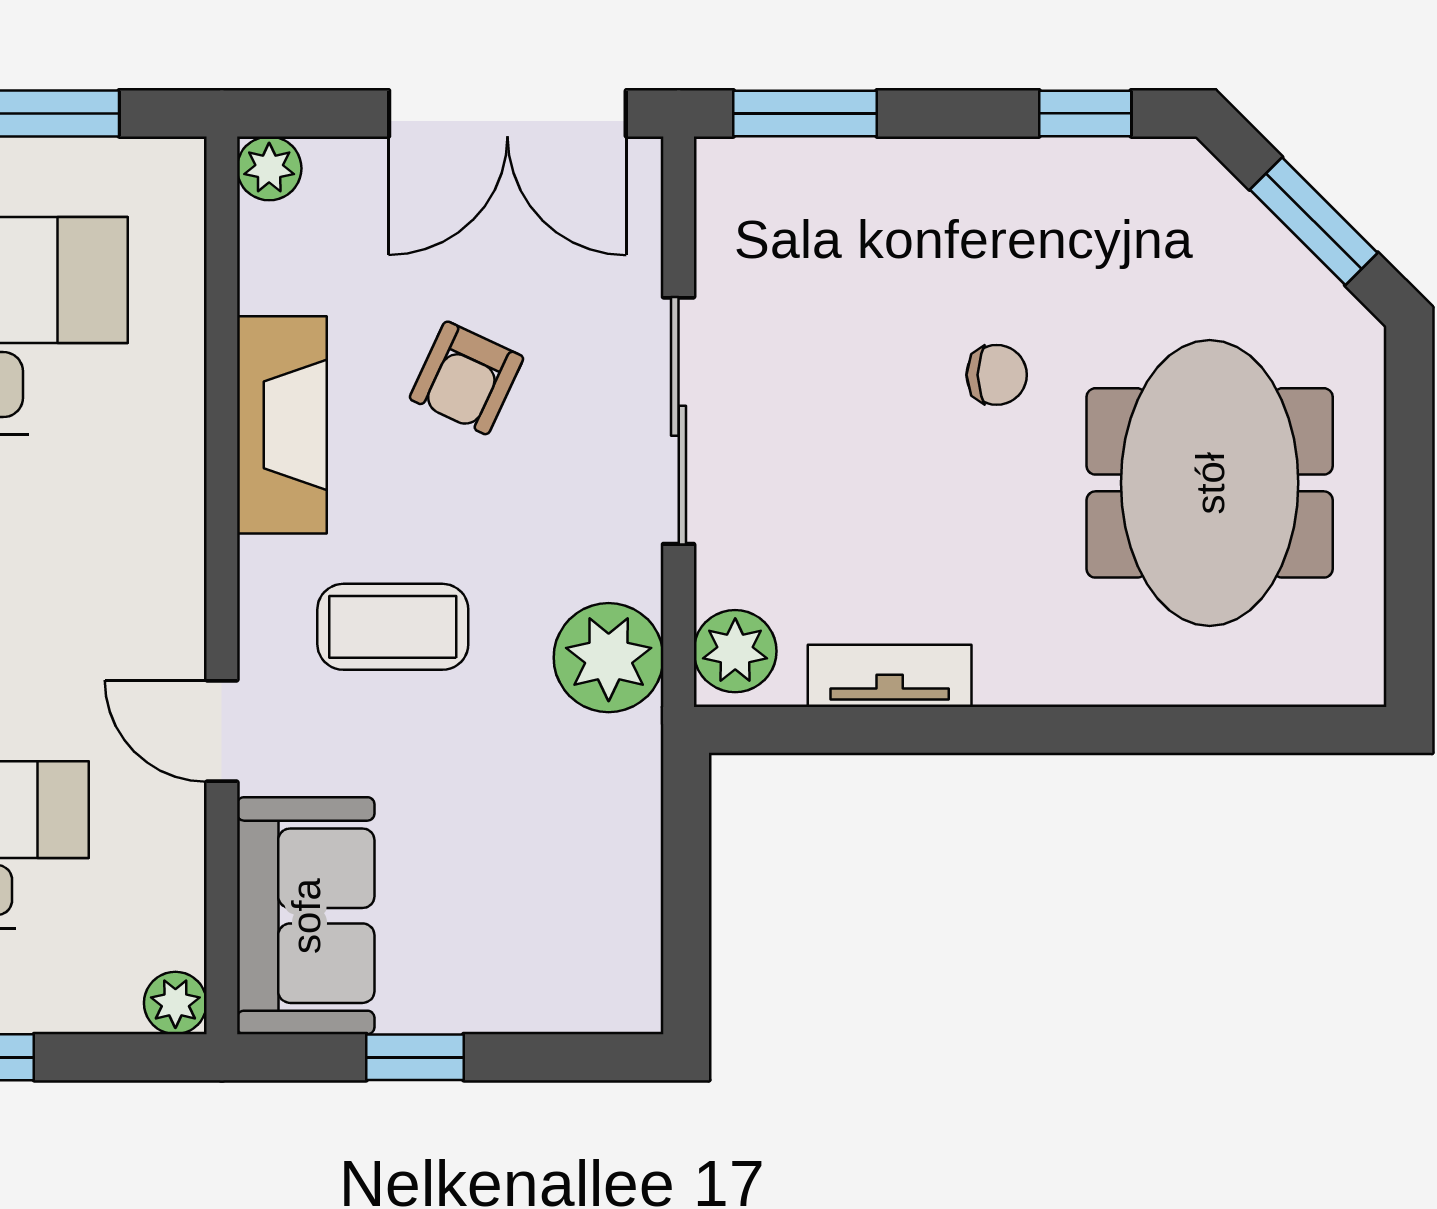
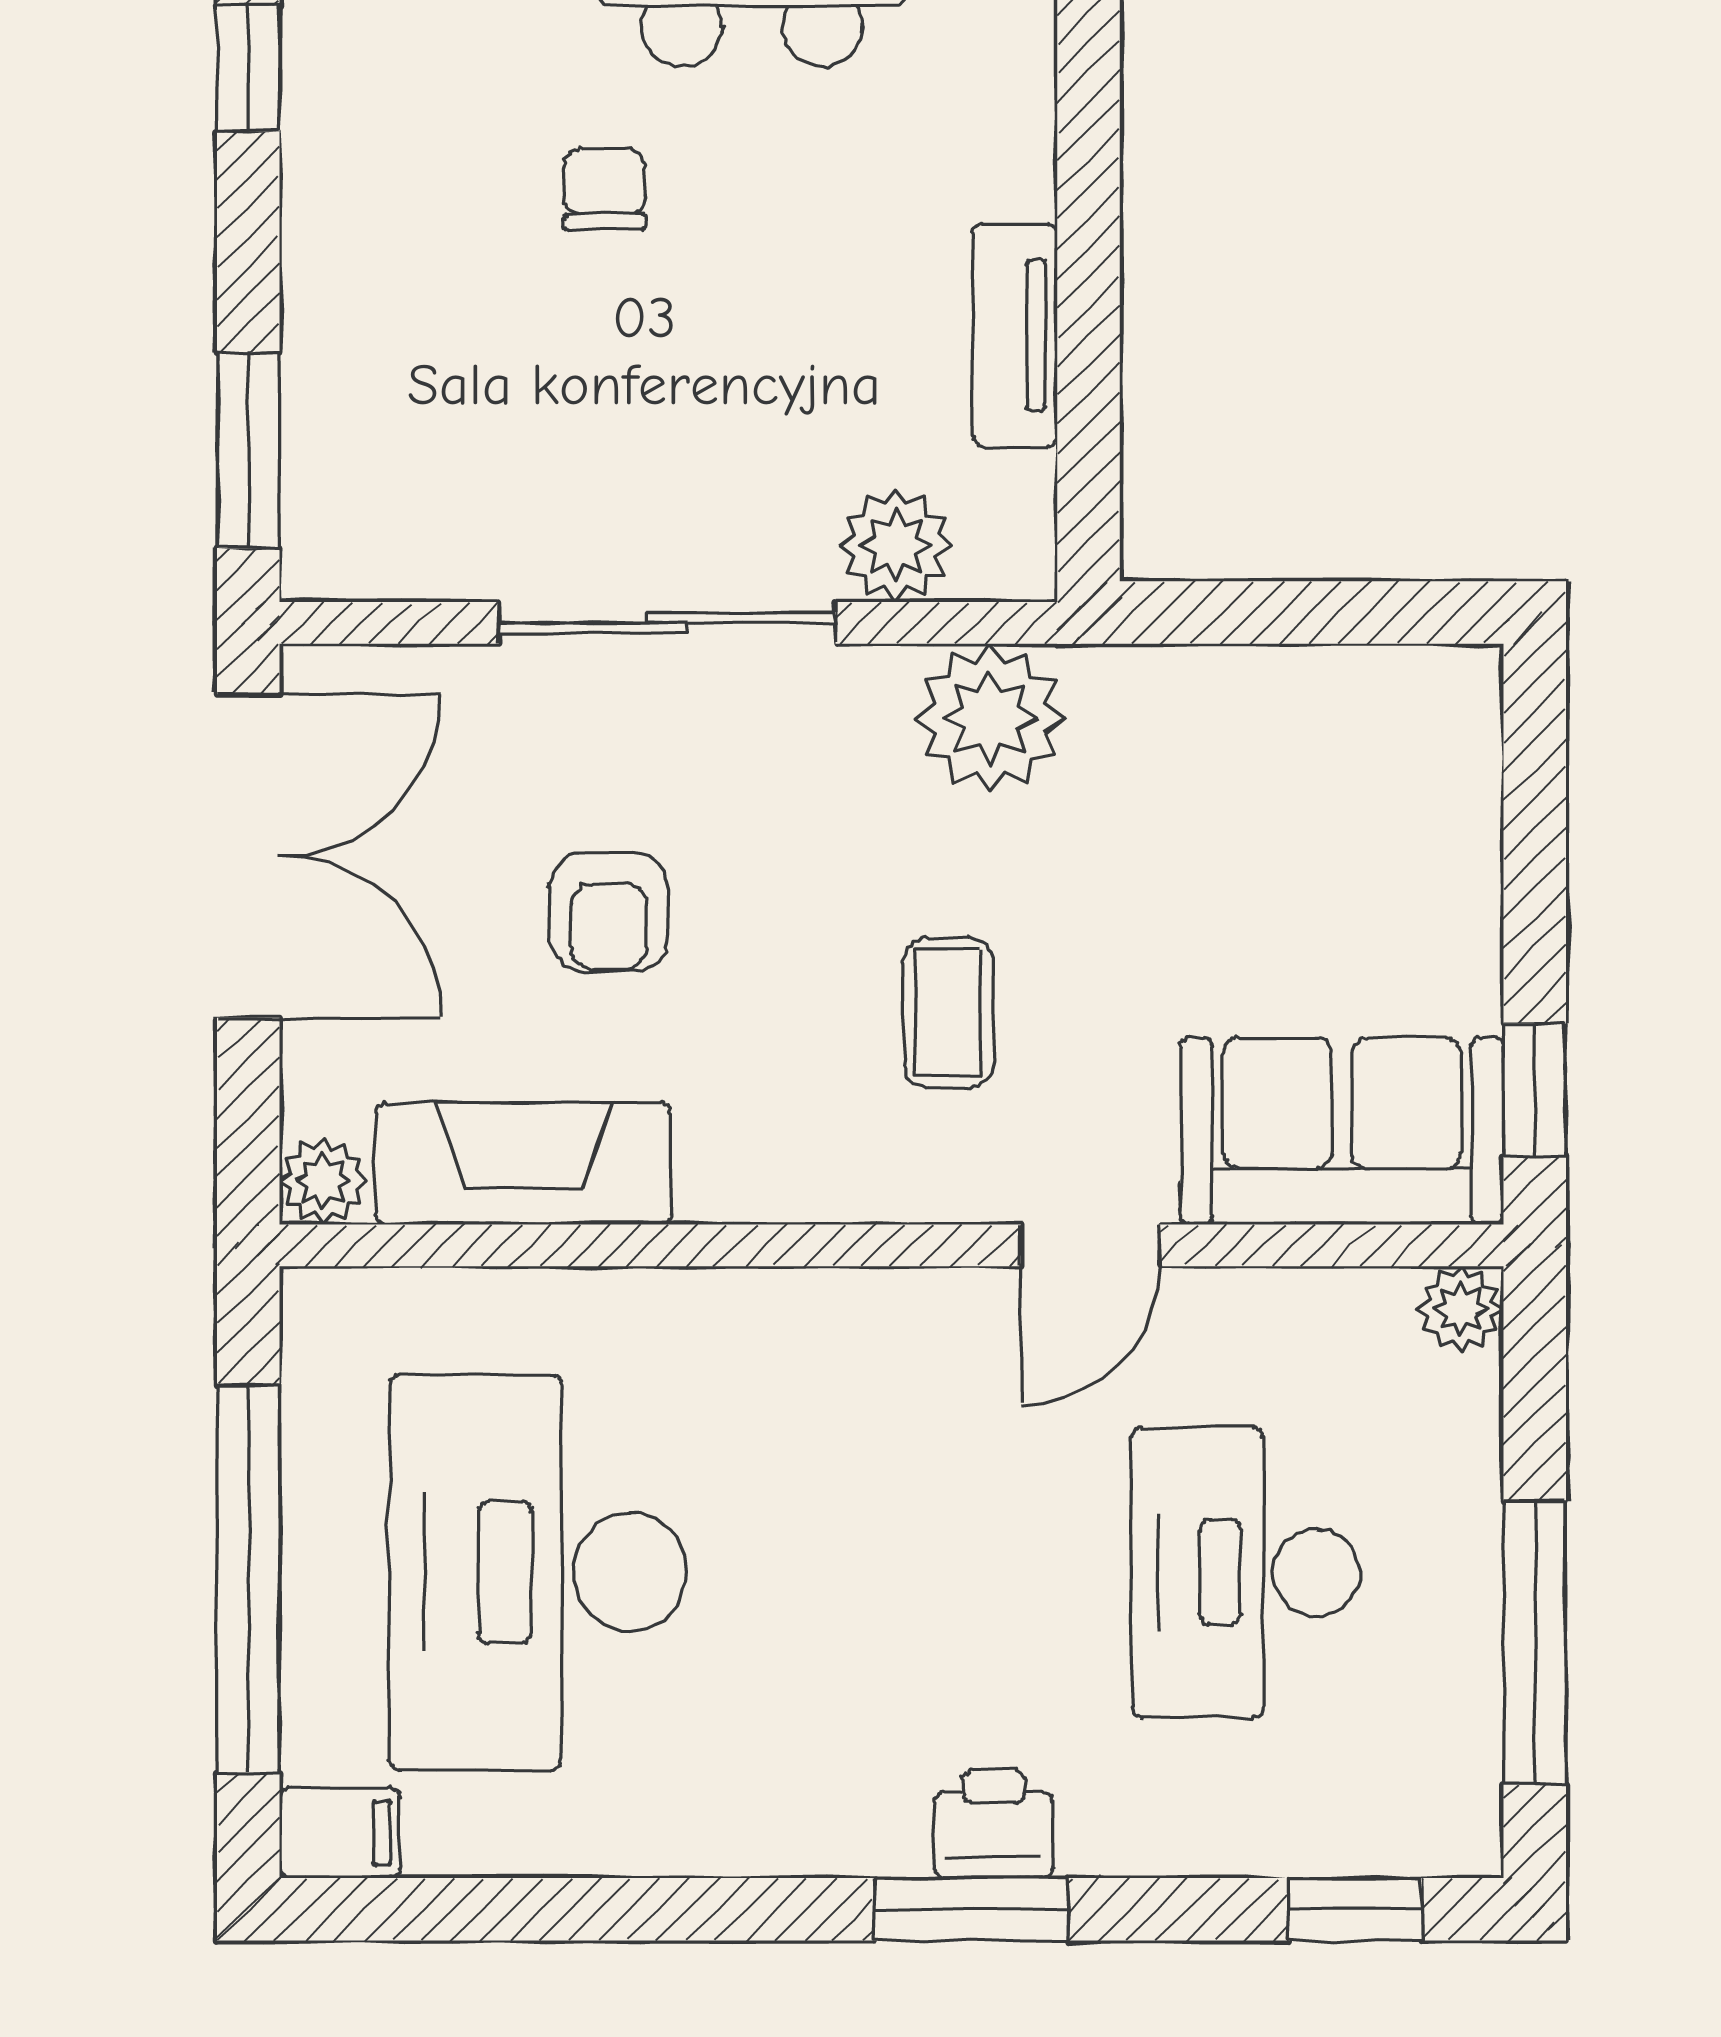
armchair: (466, 378) -> (609, 912), turned 65
fireplace: (282, 425) -> (523, 1164), moved
coffee table: (393, 627) -> (948, 1012), width x0.73, depth x0.77
plant: (735, 651) -> (896, 546), moved
window: (415, 1057) -> (1535, 1090), moved

